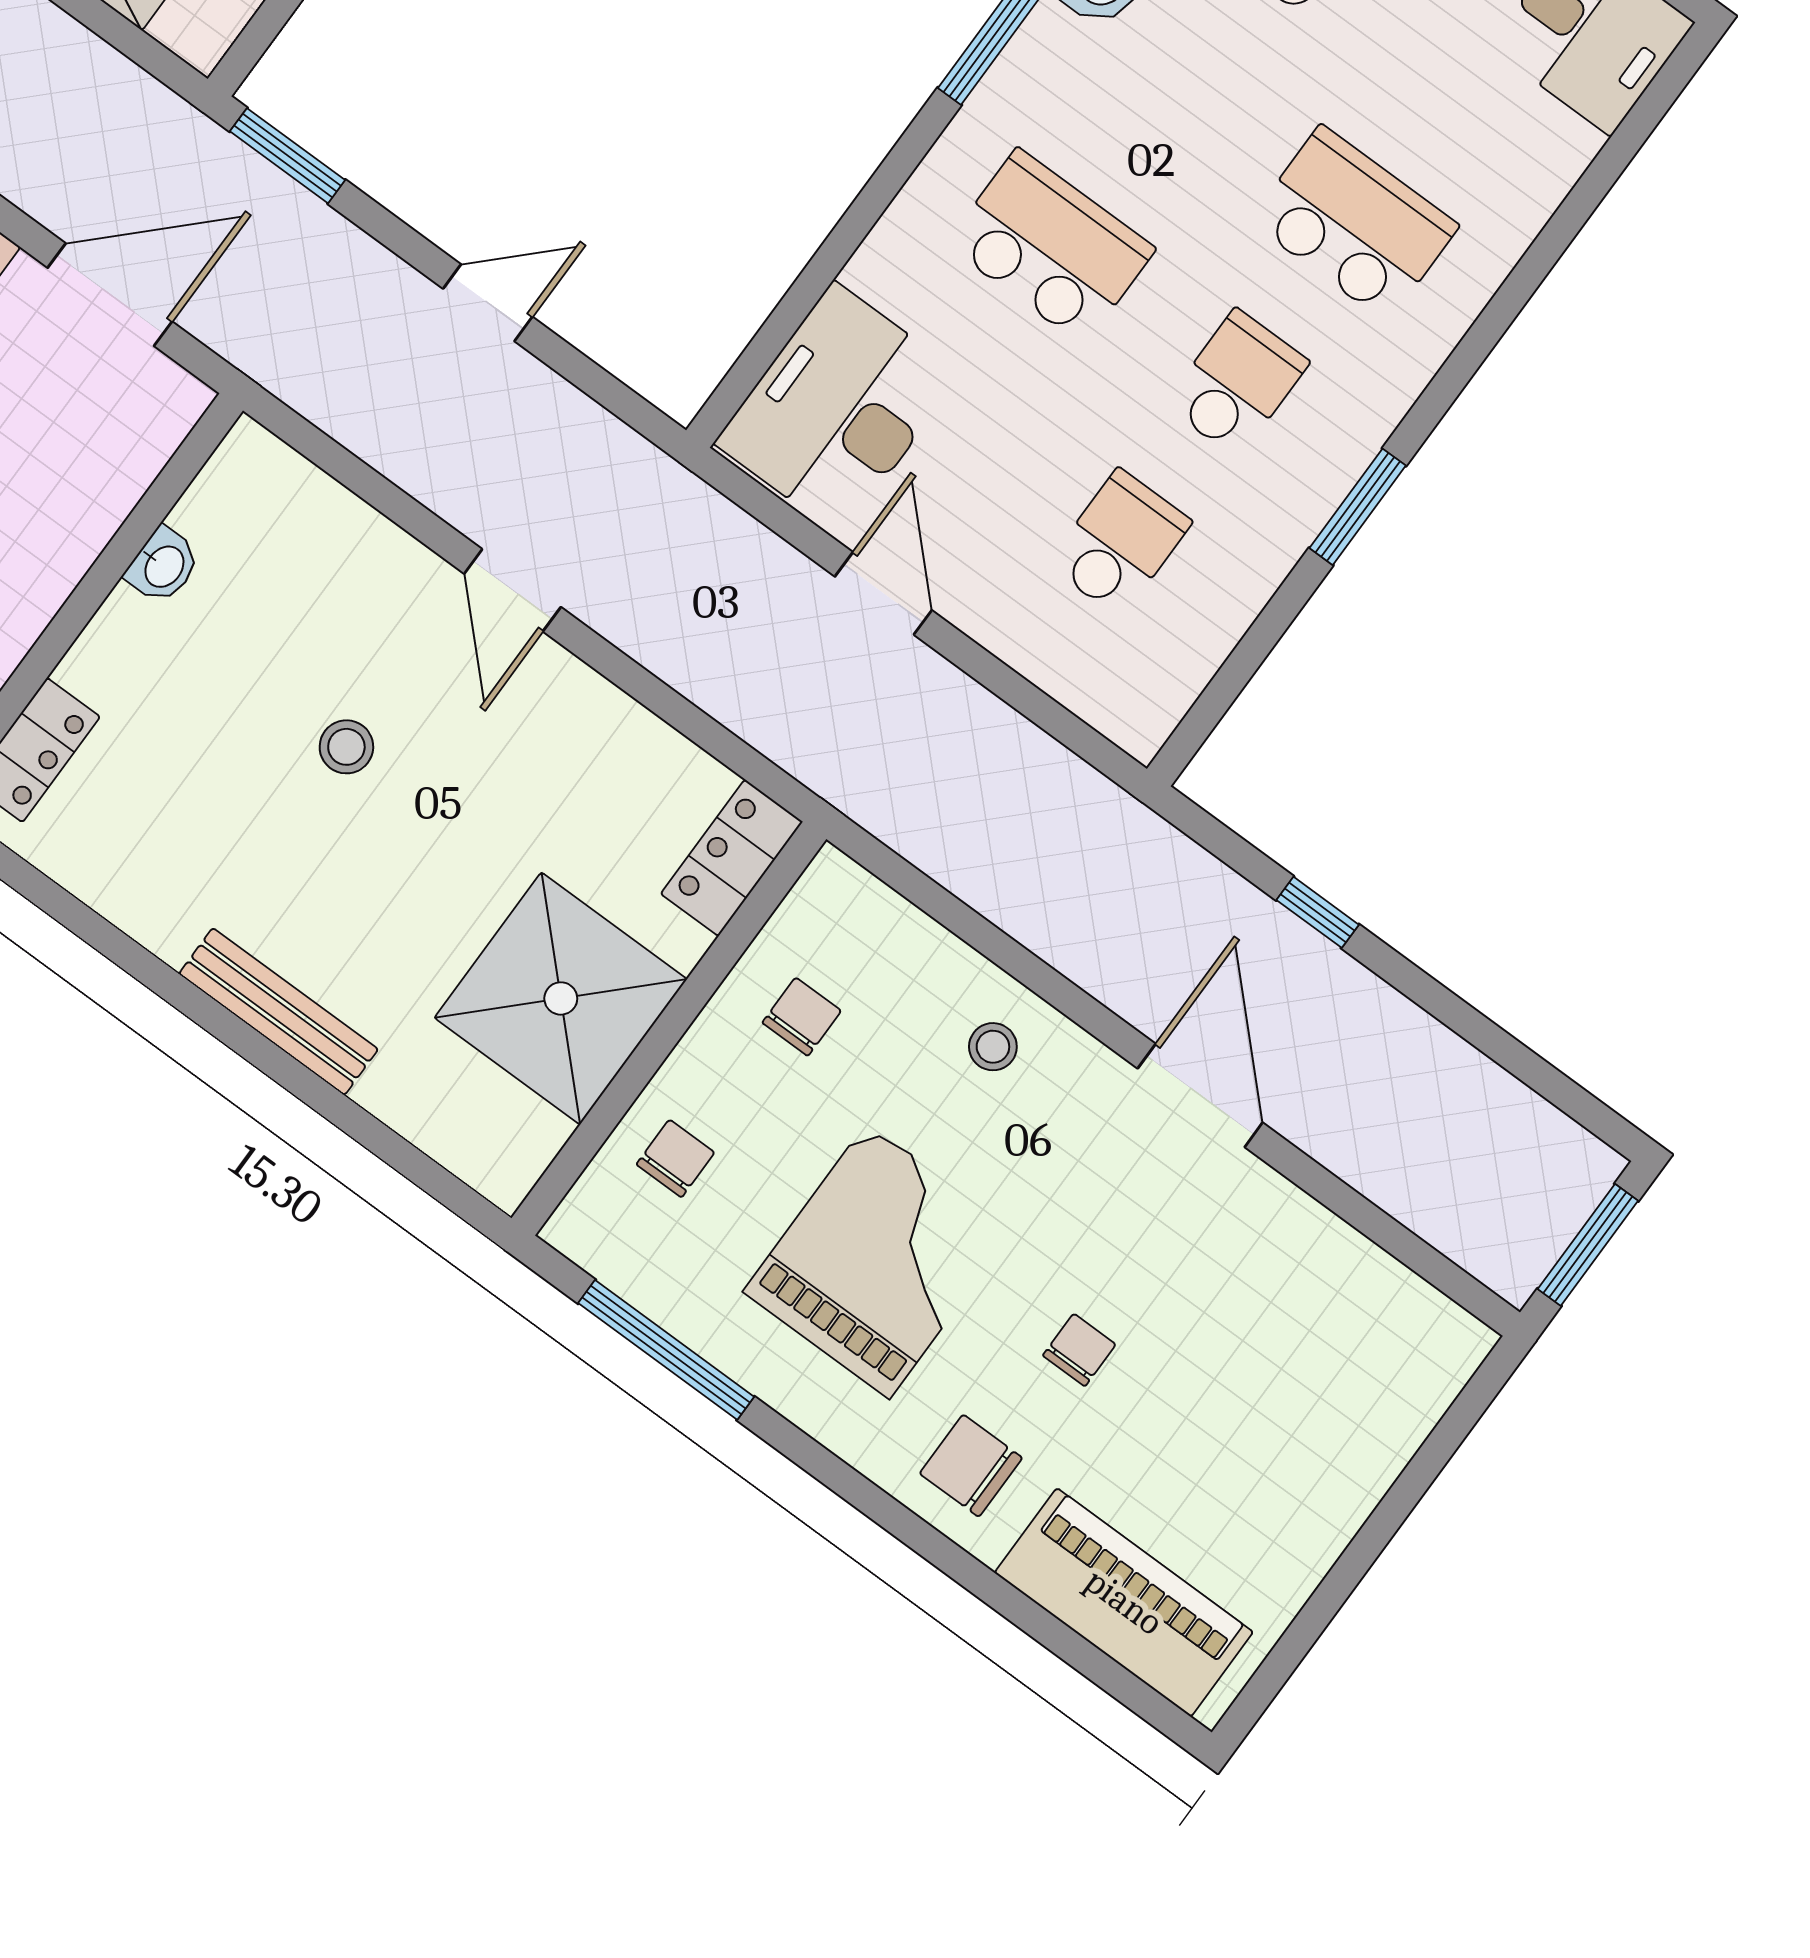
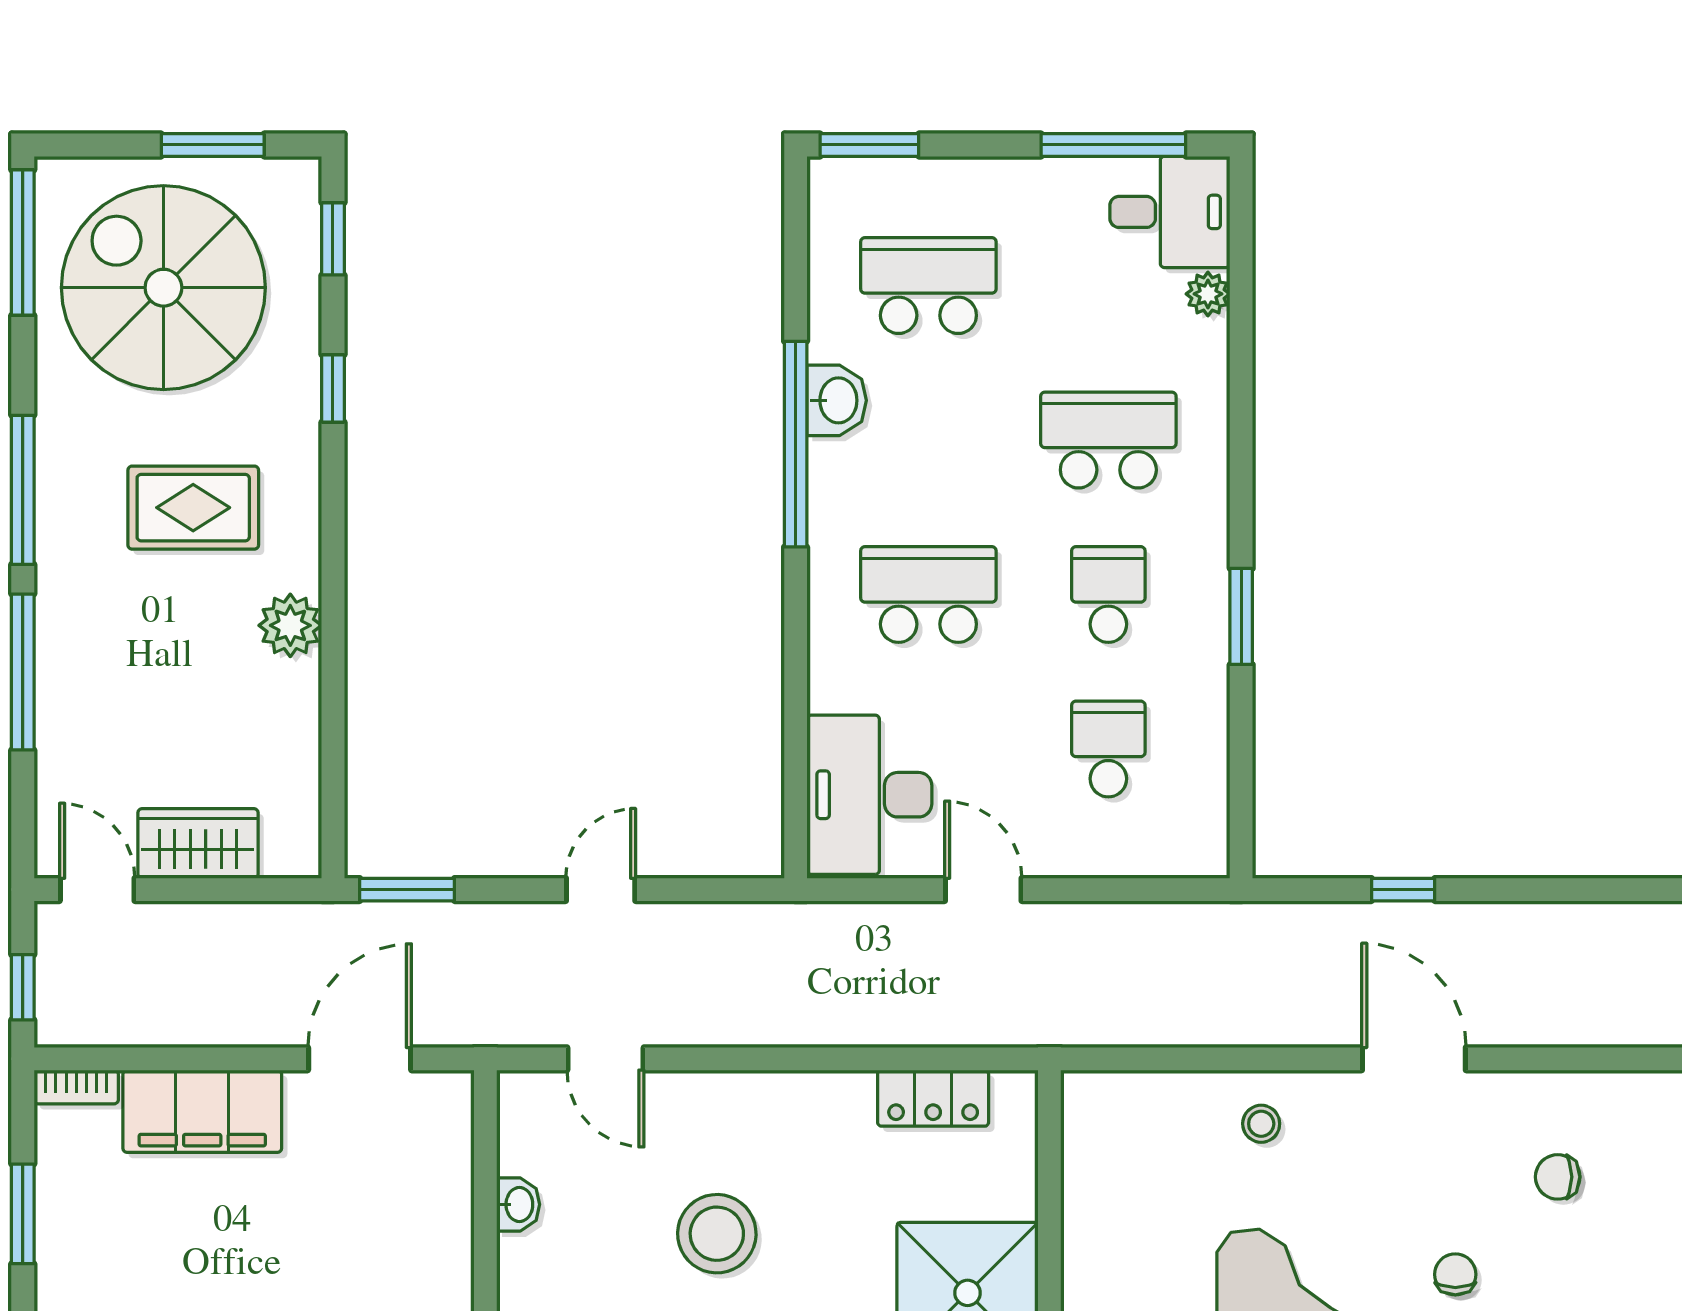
plant: (1568, 148) -> (1208, 294), added
door: (512, 590) -> (605, 1059), moved
stool: (346, 747) -> (717, 1234), width x1.89, depth x1.89
locker: (732, 858) -> (933, 1098), moved, turned -90
chair: (802, 1017) -> (1558, 1177), moved, turned -90

